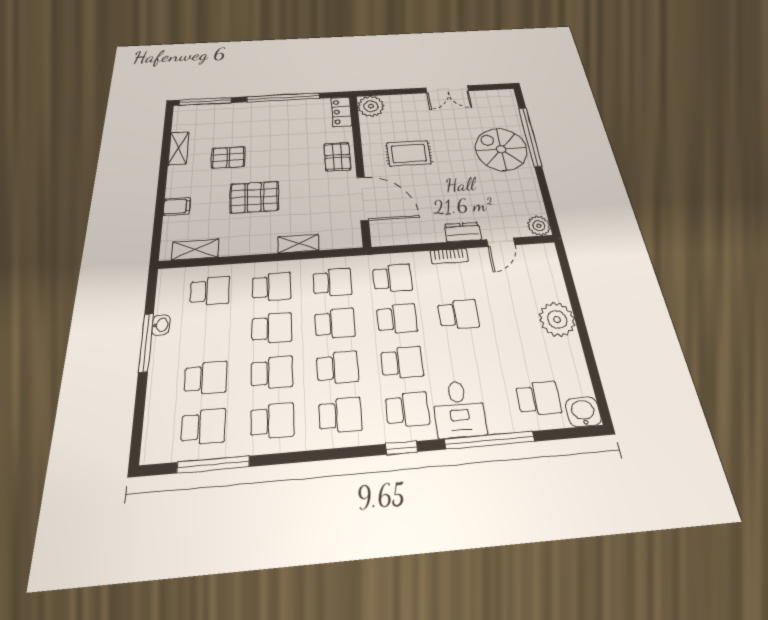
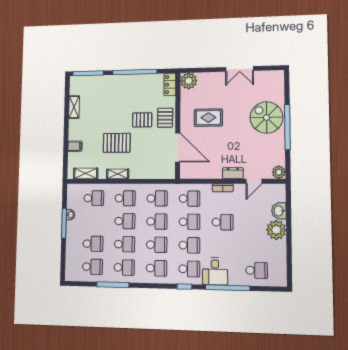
window: (530, 137) -> (287, 127), moved
pallet: (228, 157) -> (142, 120), moved
shelving: (298, 244) -> (118, 174), moved
washbasin: (583, 412) -> (279, 211), moved, turned -90
window: (213, 464) -> (113, 285), moved

